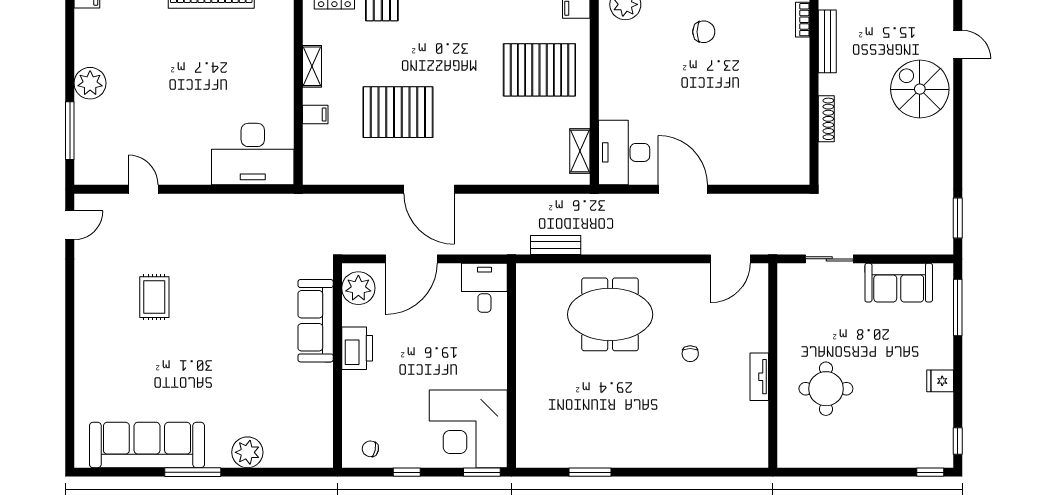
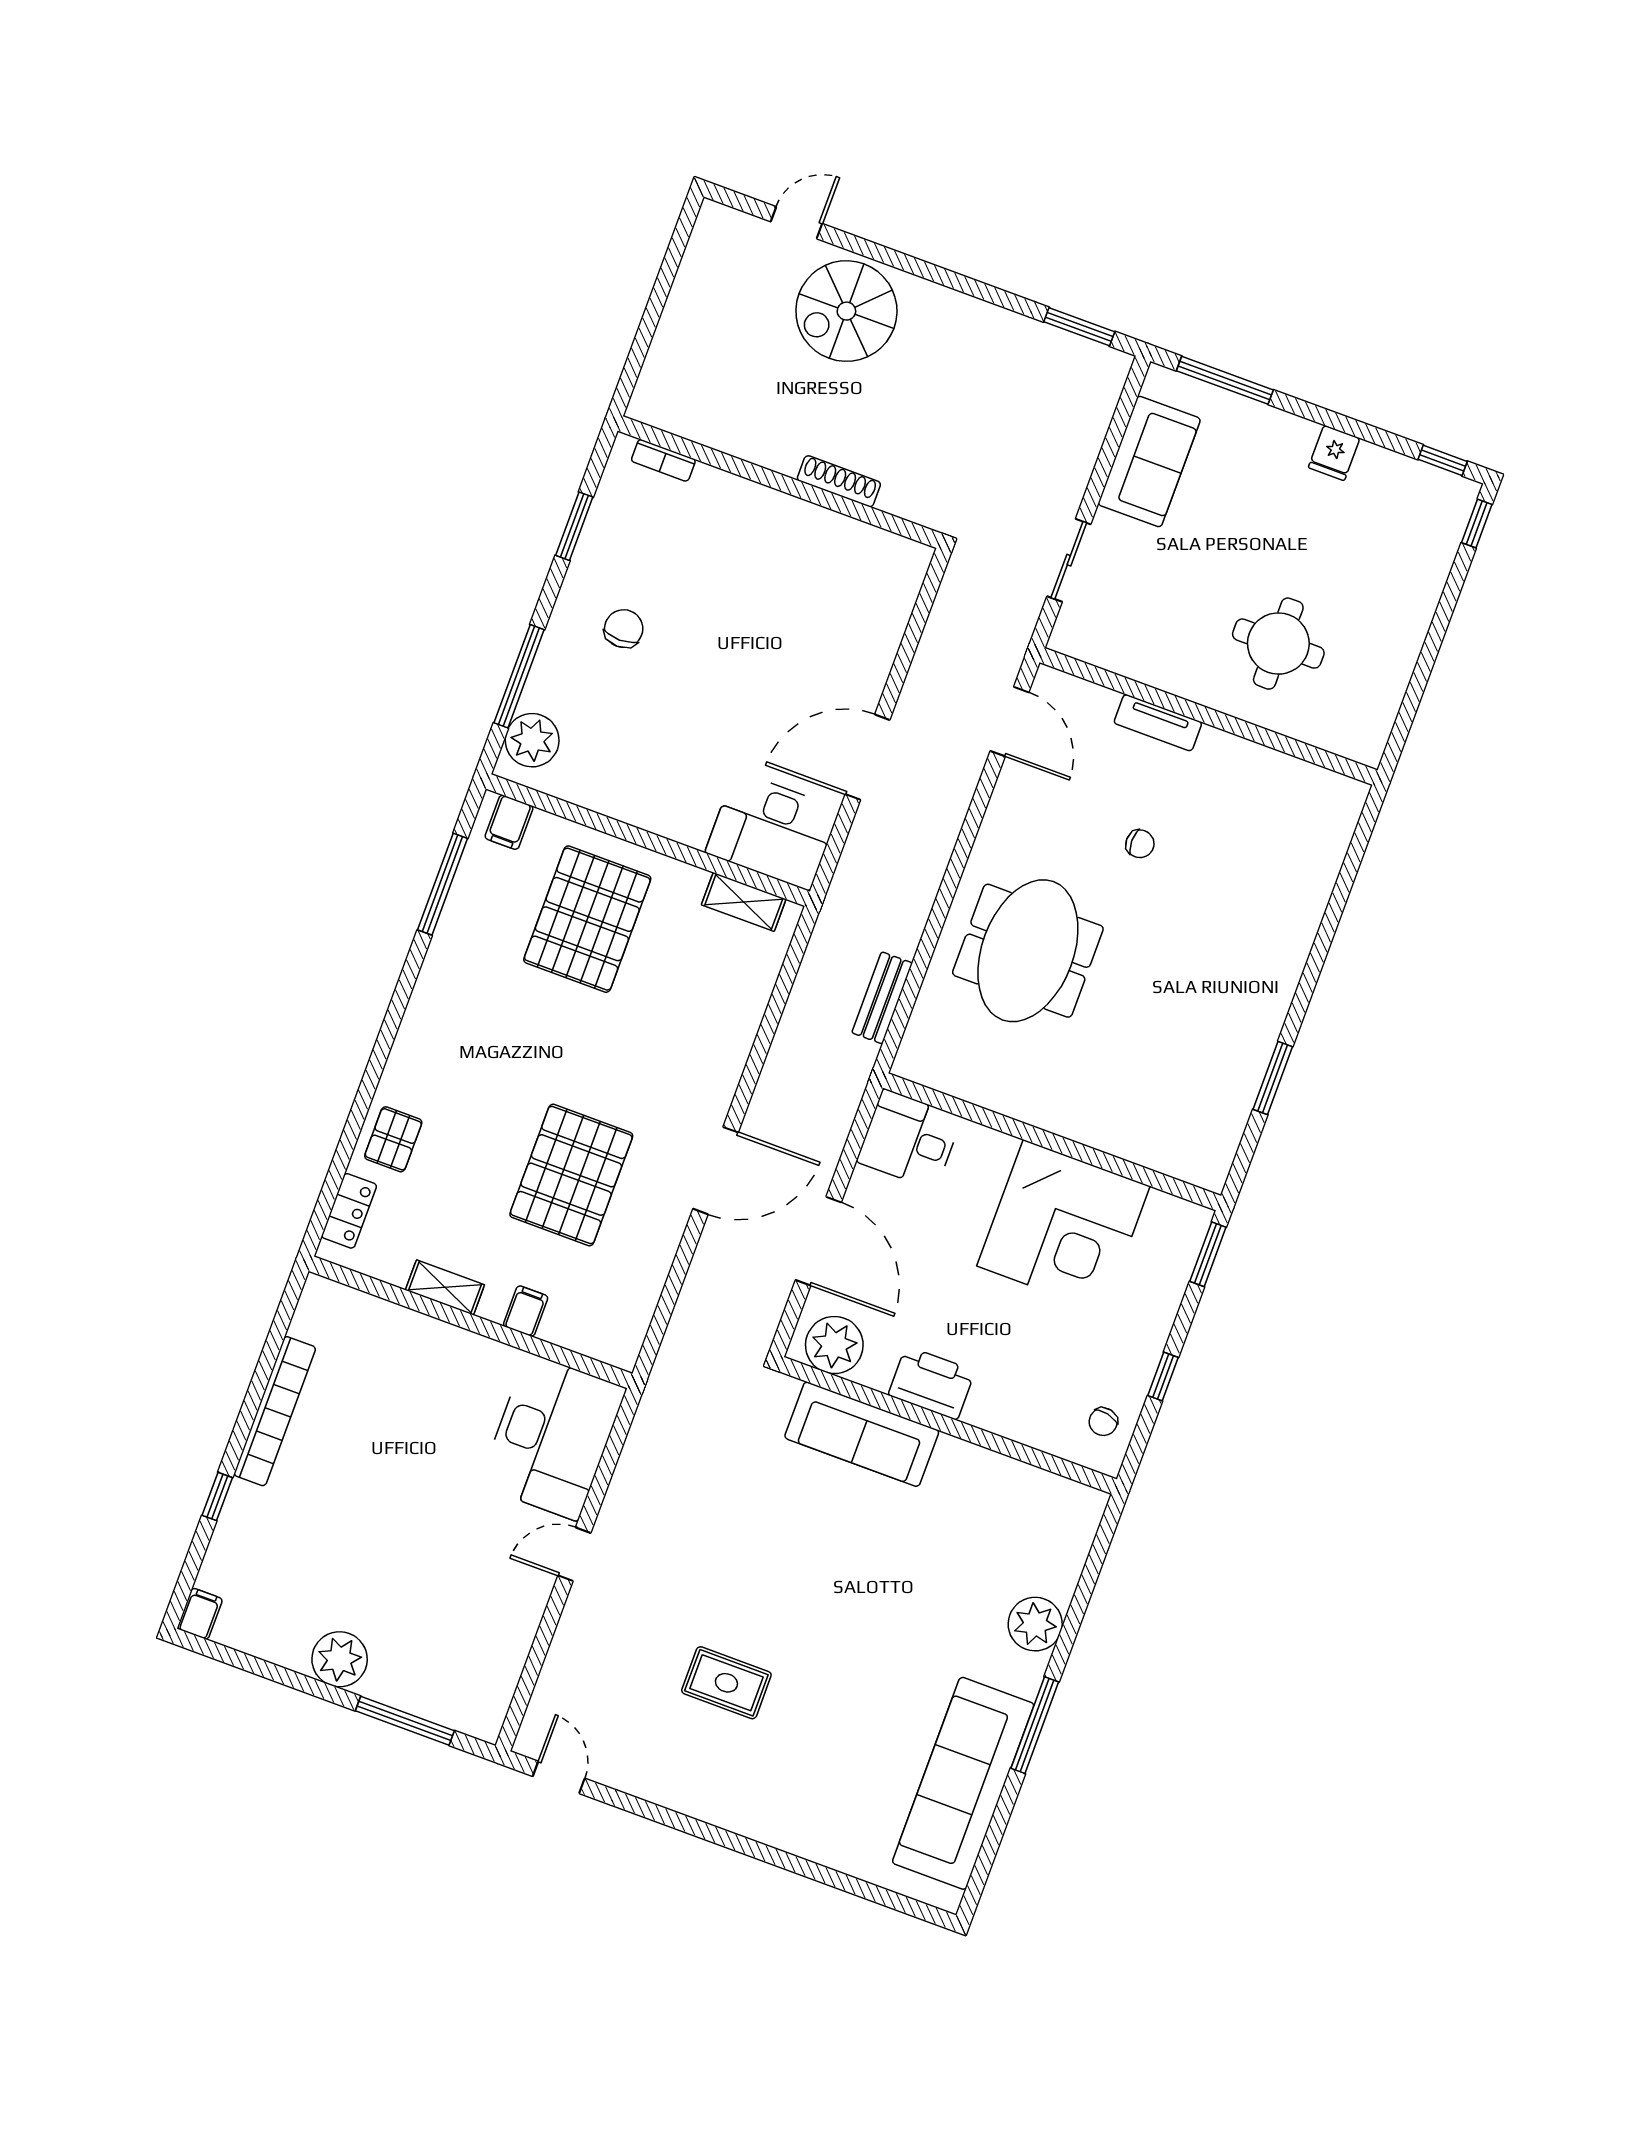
bench: (827, 41) -> (713, 433), removed
door: (143, 189) -> (574, 1554), moved
tv unit: (759, 377) -> (1158, 723), moved
corner desk: (468, 429) -> (1063, 1226), moved

